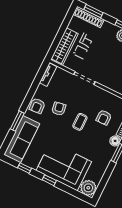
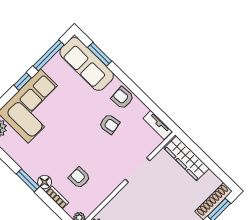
window: (17, 121) -> (100, 54), moved
coffee table: (80, 122) -> (84, 146), removed
window: (25, 168) -> (49, 55), width x2.17

